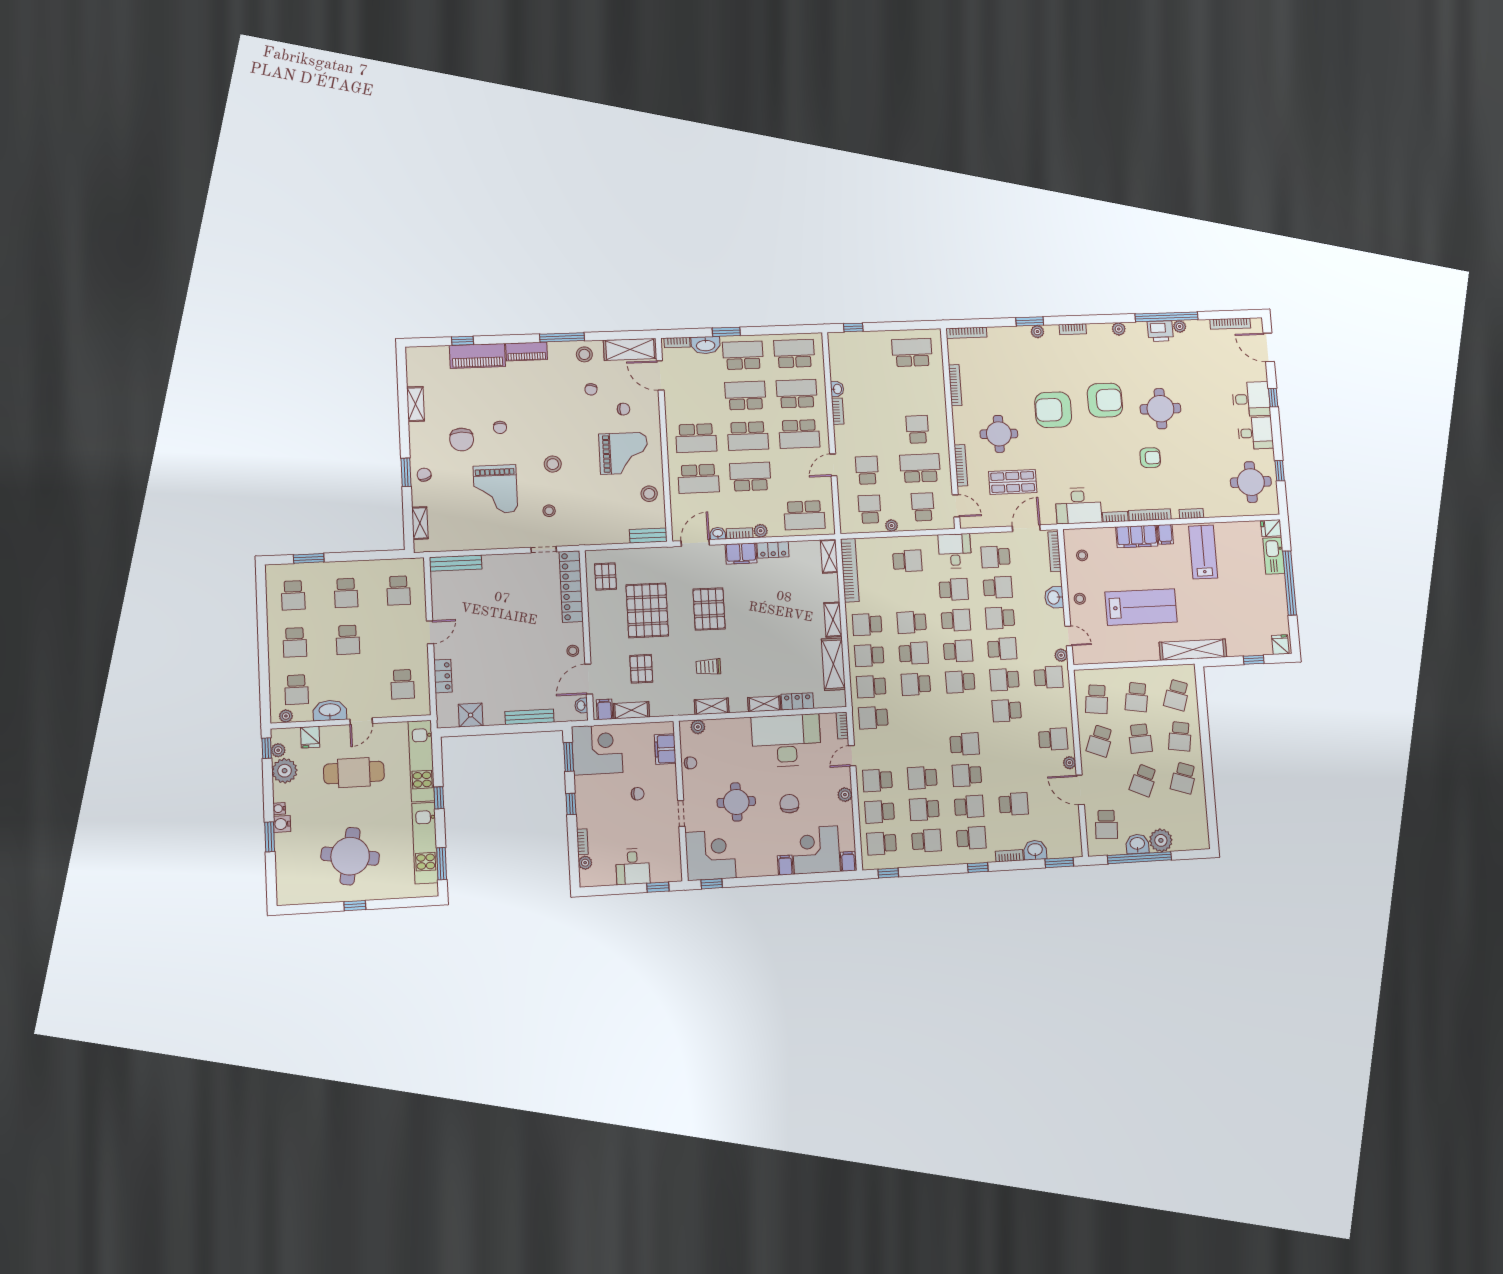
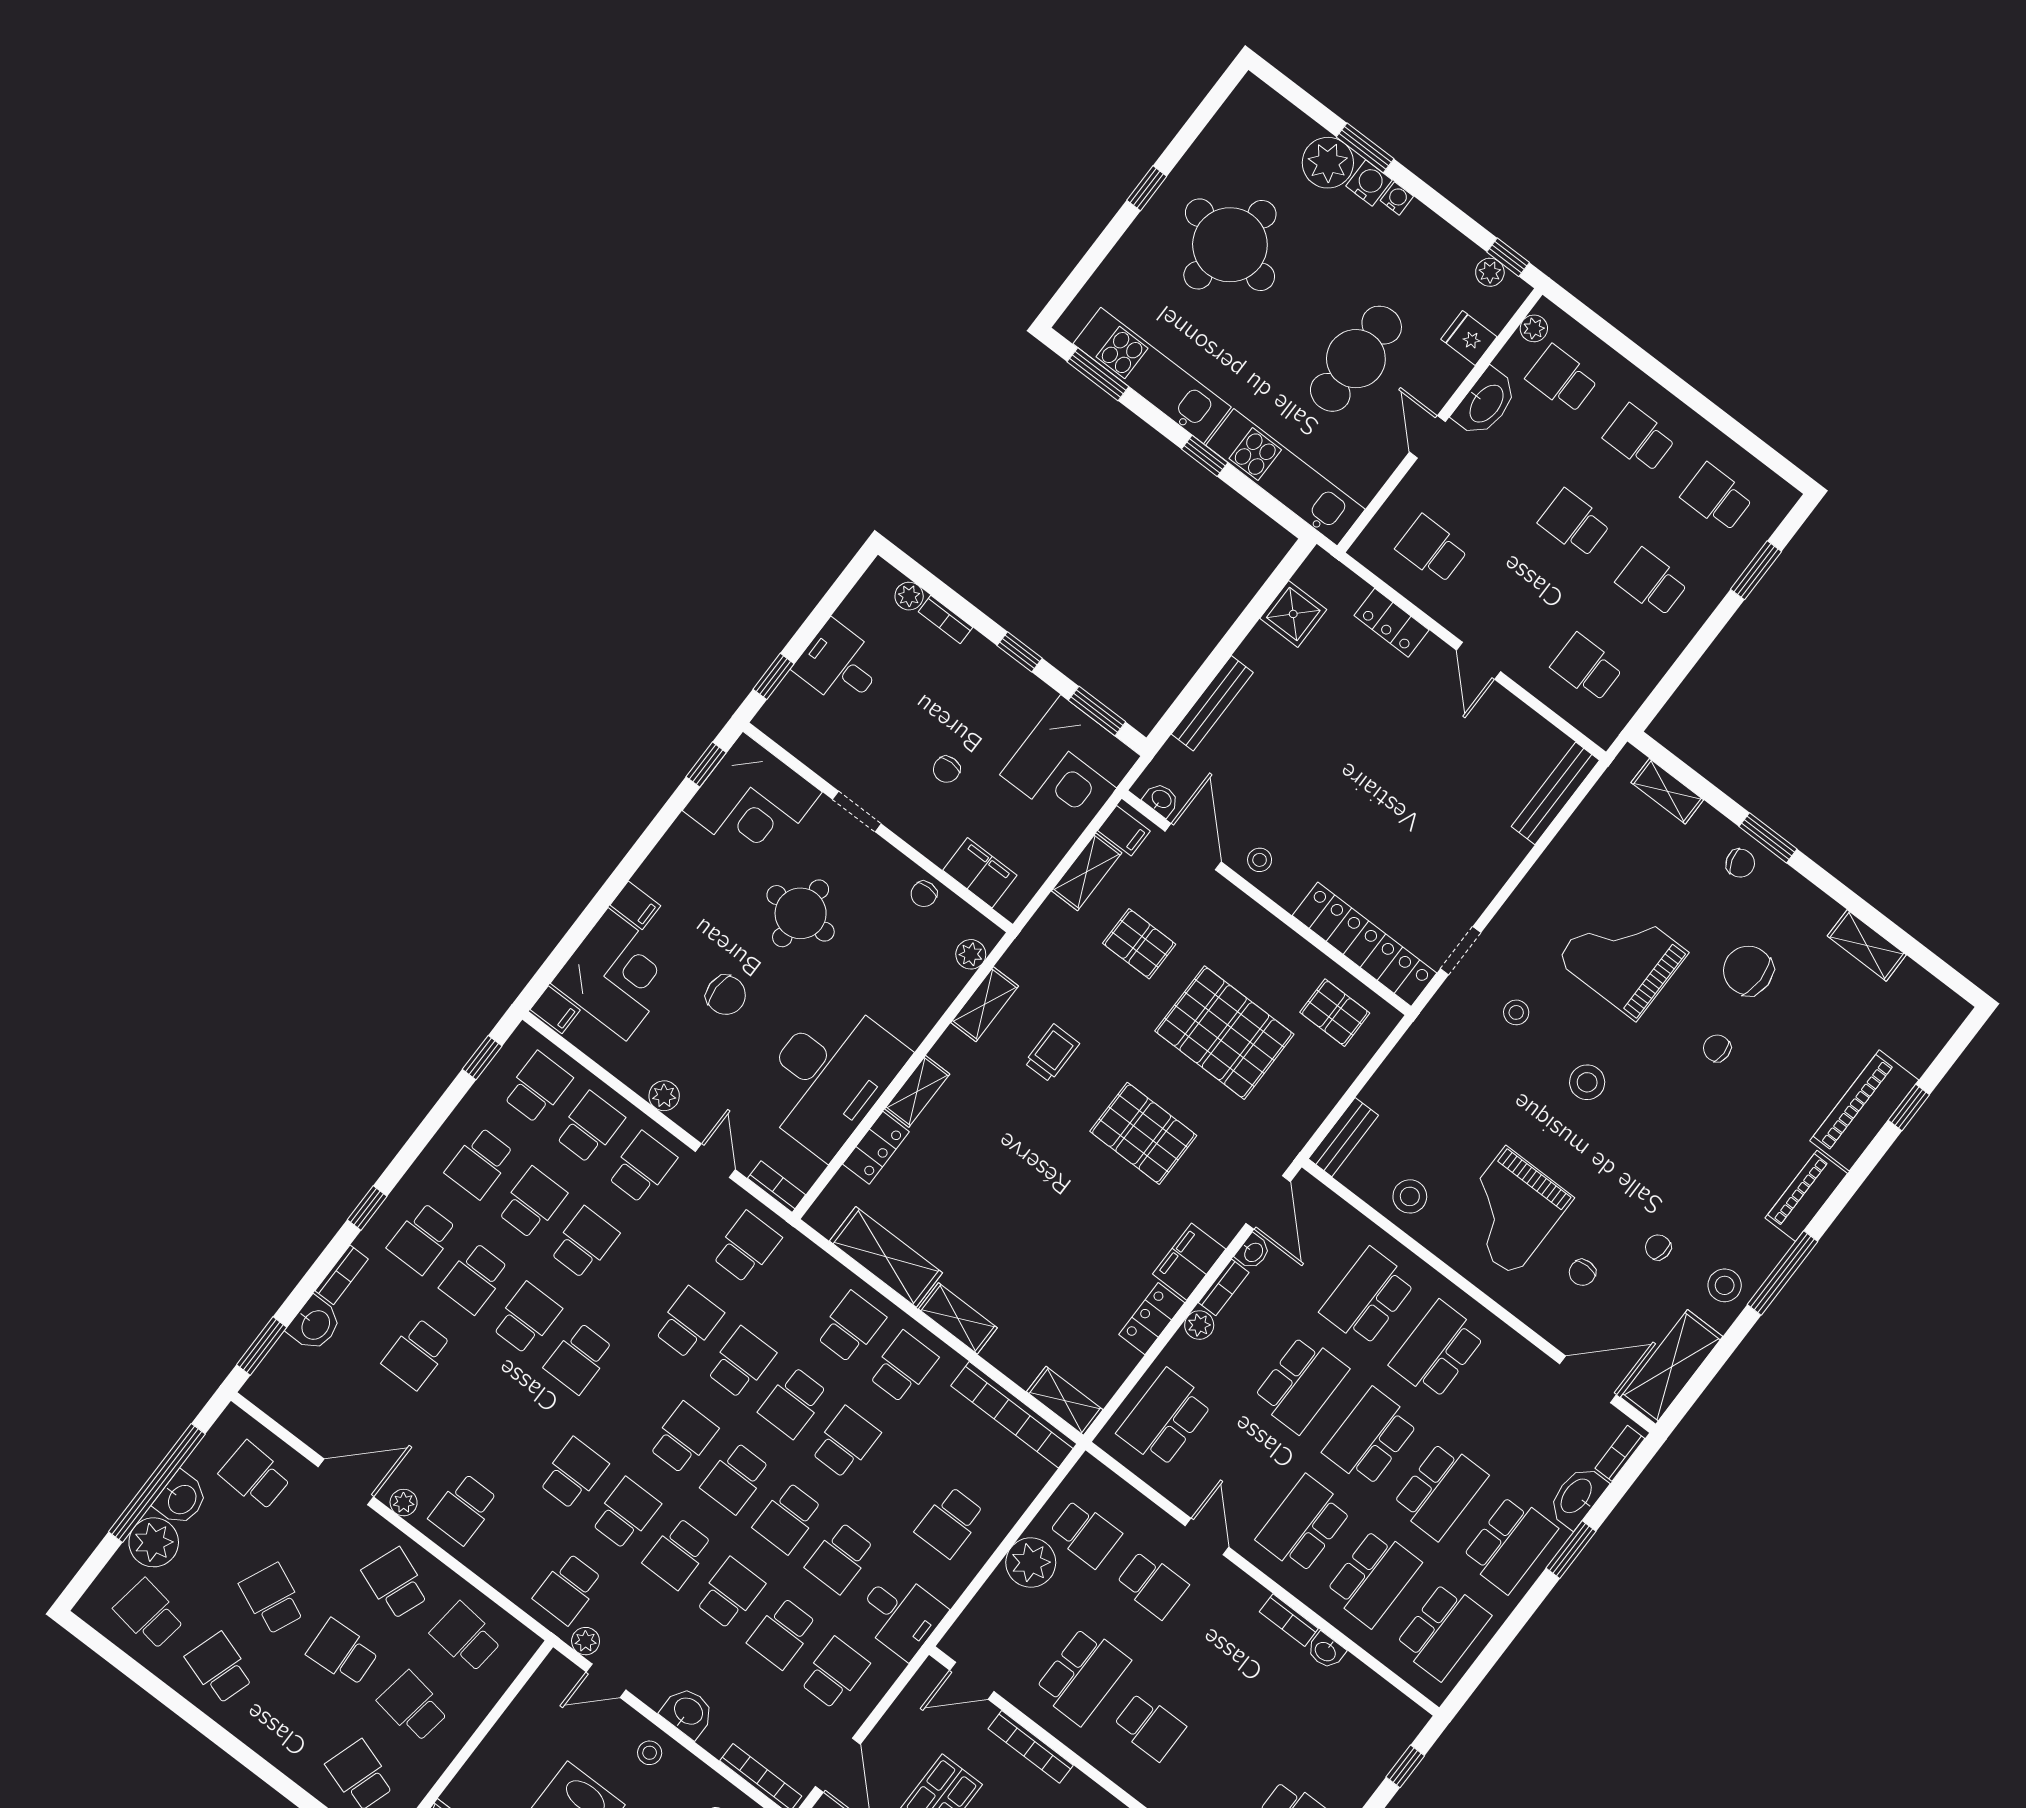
school desk: (923, 507) -> (1016, 1624), removed
plant: (892, 526) -> (1031, 1563), width x1.88, depth x1.88
school desk: (871, 687) -> (689, 1323), moved
school desk: (1180, 736) -> (149, 1614), moved
plant: (285, 771) -> (1328, 163), moved

